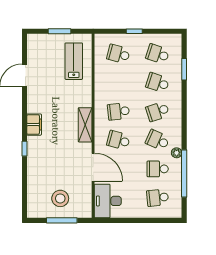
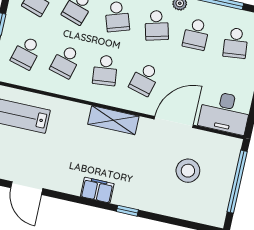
school desk: (118, 83) -> (66, 61), added
school desk: (158, 140) -> (157, 25), turned -39
stool: (60, 198) -> (188, 171), moved
window: (62, 220) -> (237, 182), width x1.46

